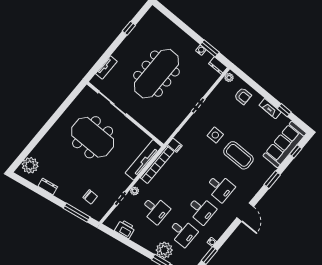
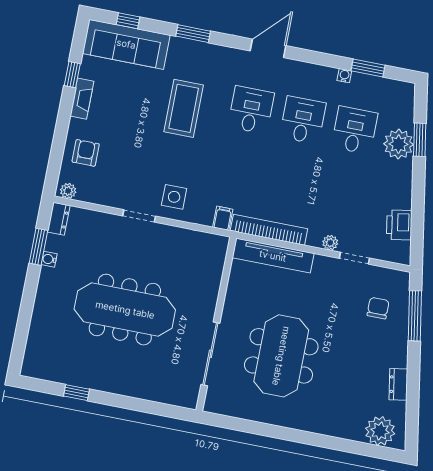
tv unit: (106, 67) -> (158, 394), removed
side table: (215, 135) -> (174, 197), moved
desk: (155, 210) -> (342, 194), removed

